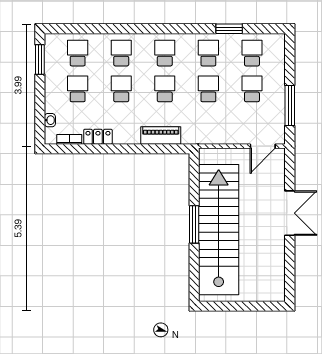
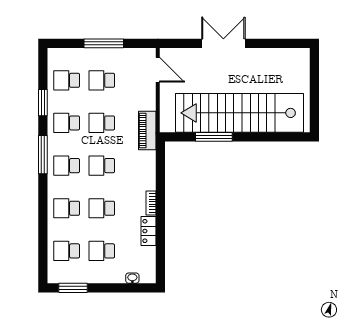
window: (176, 29) -> (43, 155), added
window: (290, 106) -> (104, 43), moved
piano: (161, 135) -> (147, 130), moved
bookcase: (69, 139) -> (151, 203), moved
window: (194, 224) -> (214, 137), moved

